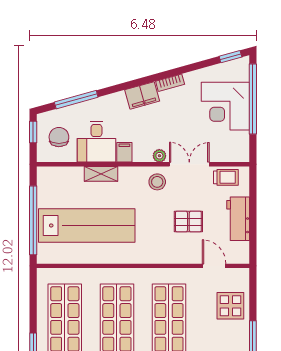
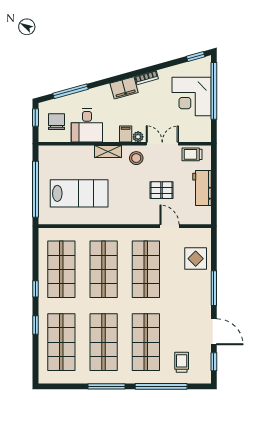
filing cabinet: (124, 152) -> (126, 134), moved
shelving: (101, 174) -> (108, 152), moved
trolley: (226, 177) -> (192, 154), turned 180
lab bench: (87, 225) -> (79, 193), width x0.73
door: (214, 266) -> (169, 226), moved

